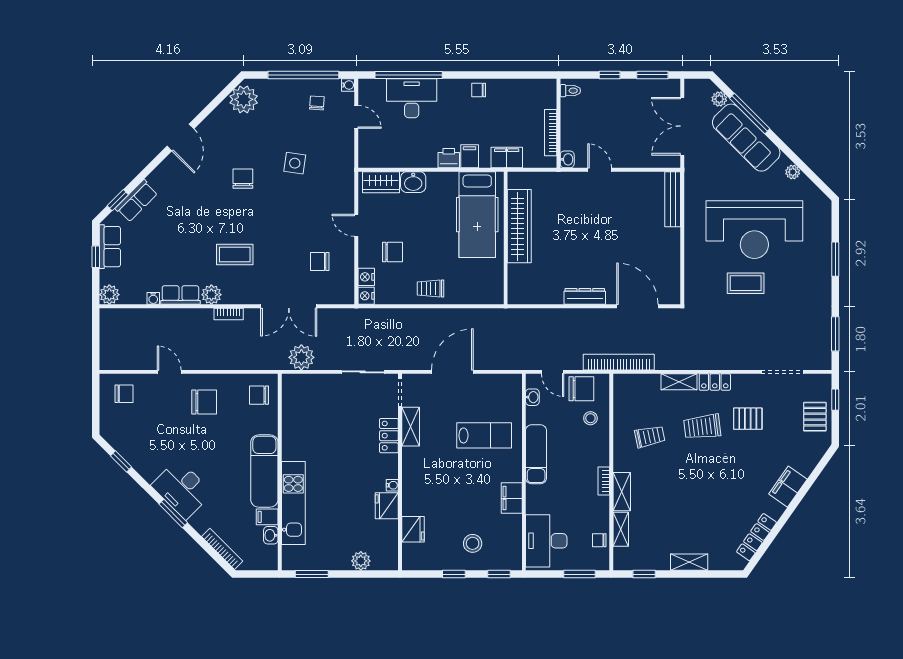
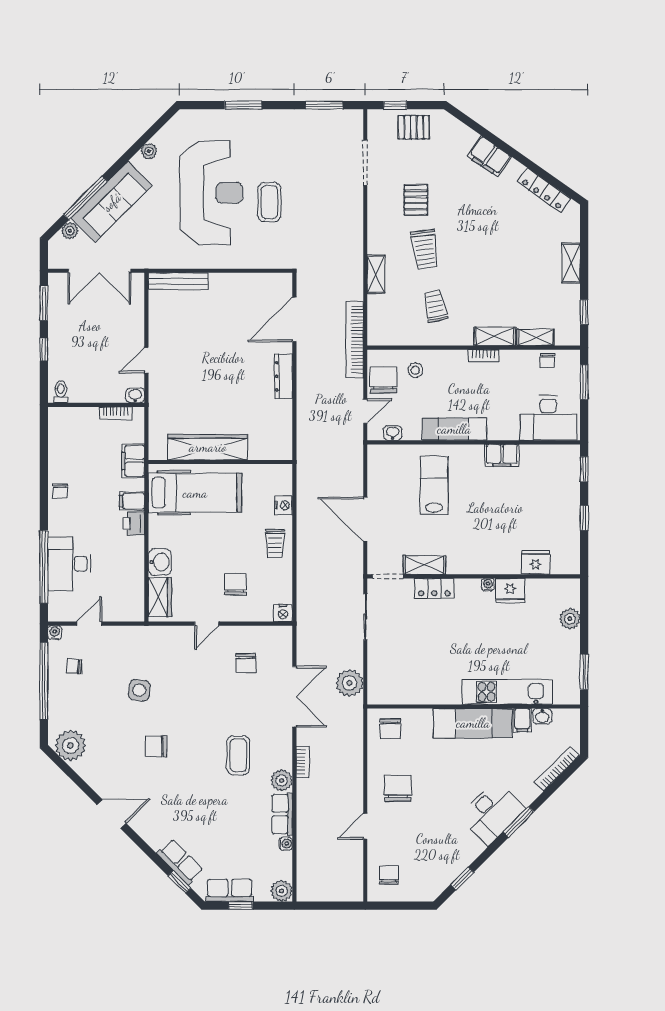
bookcase: (551, 133) -> (115, 413), width x0.64
nightstand: (366, 277) -> (284, 505), moved, turned -90
locker: (715, 382) -> (376, 236), removed
stool: (473, 543) -> (551, 498), removed

